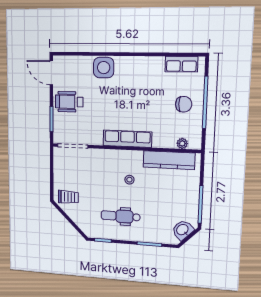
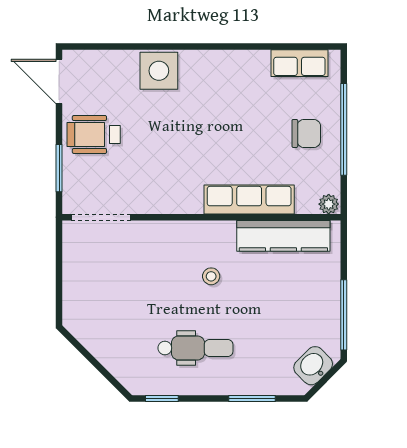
row of seats: (127, 139) -> (249, 200), moved
plant: (182, 143) -> (329, 204), moved
trolley: (68, 197) -> (93, 317), removed
dental chair: (121, 216) -> (195, 348), turned 180

